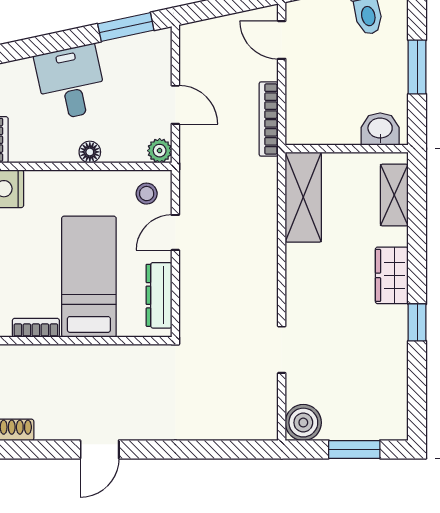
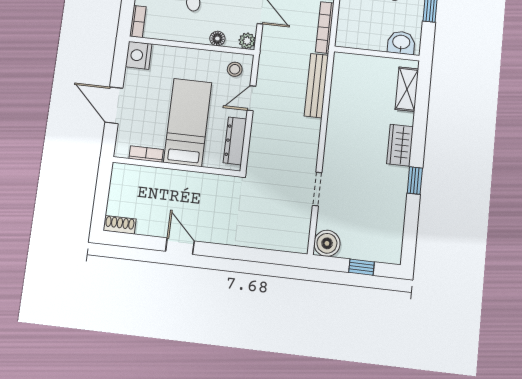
floor lamp: (90, 152) -> (217, 39), moved
shelving: (303, 197) -> (343, 84), removed
bench: (265, 204) -> (316, 86), added
door: (100, 449) -> (180, 246), swing flipped
window: (354, 449) -> (362, 267), width x0.67

